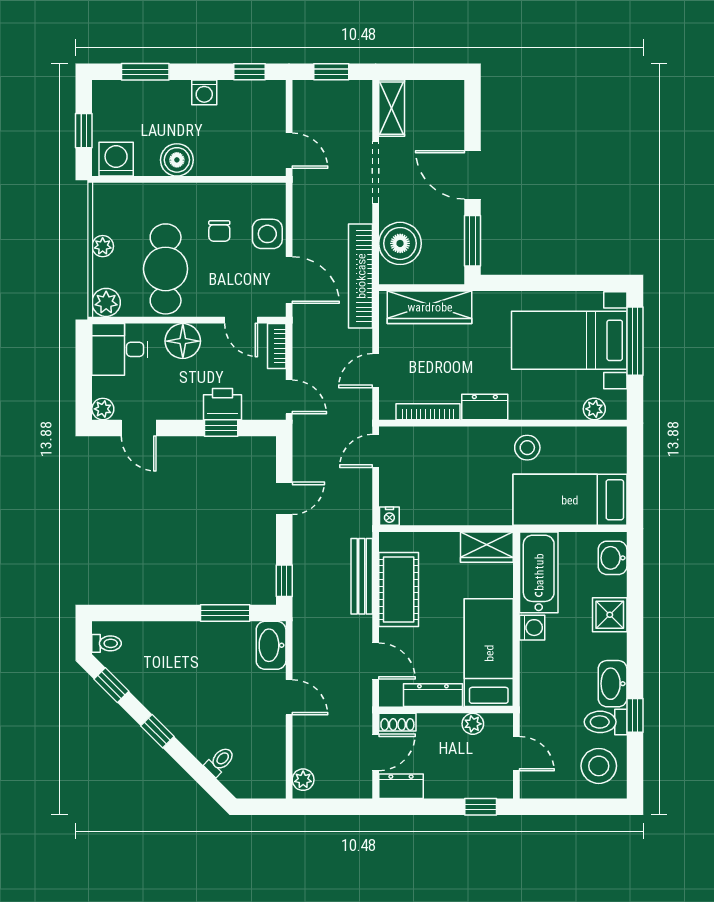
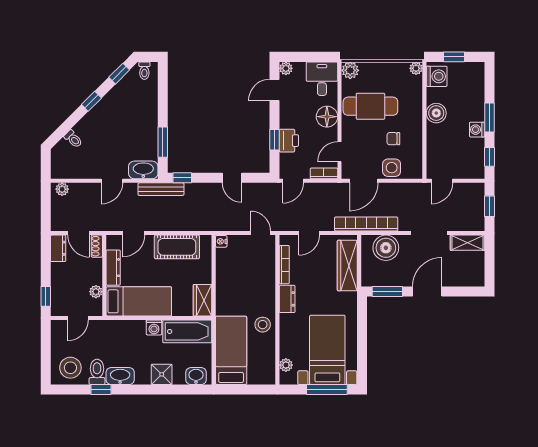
window: (145, 72) -> (489, 118), moved
plant: (103, 246) -> (416, 68), moved
door: (376, 371) -> (309, 233), swing flipped
bench: (362, 576) -> (161, 189), moved

